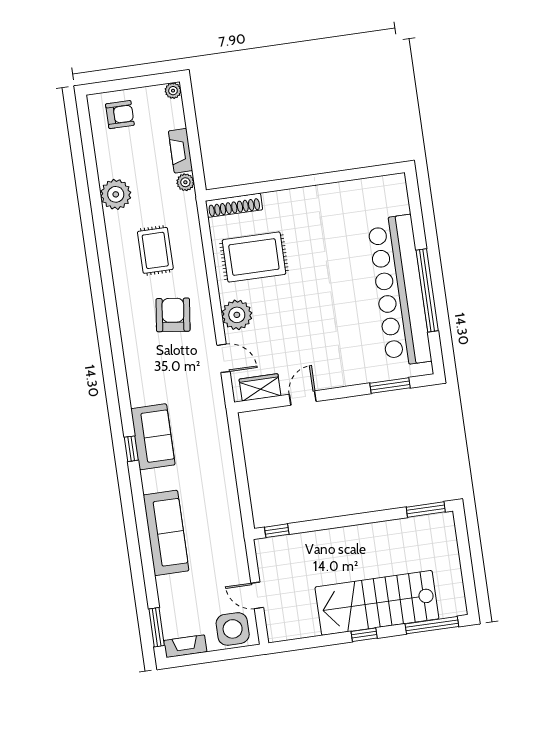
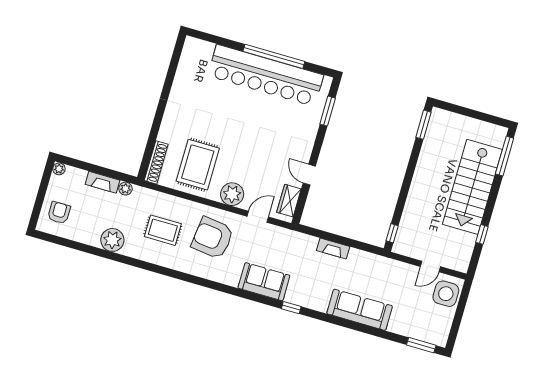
armchair: (173, 315) -> (212, 238), width x1.36, depth x1.36
sofa: (153, 437) -> (264, 282), moved
window: (364, 635) -> (482, 234), moved
fireplace: (185, 646) -> (333, 249), moved, turned -90

